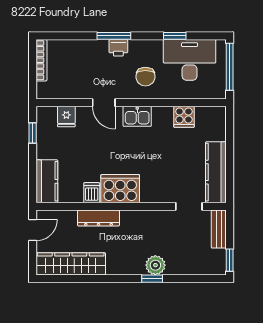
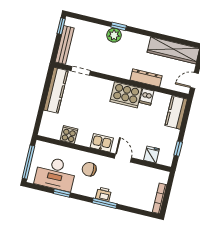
chair: (145, 77) -> (89, 169), turned -90
bench: (219, 229) -> (65, 45), width x1.36

